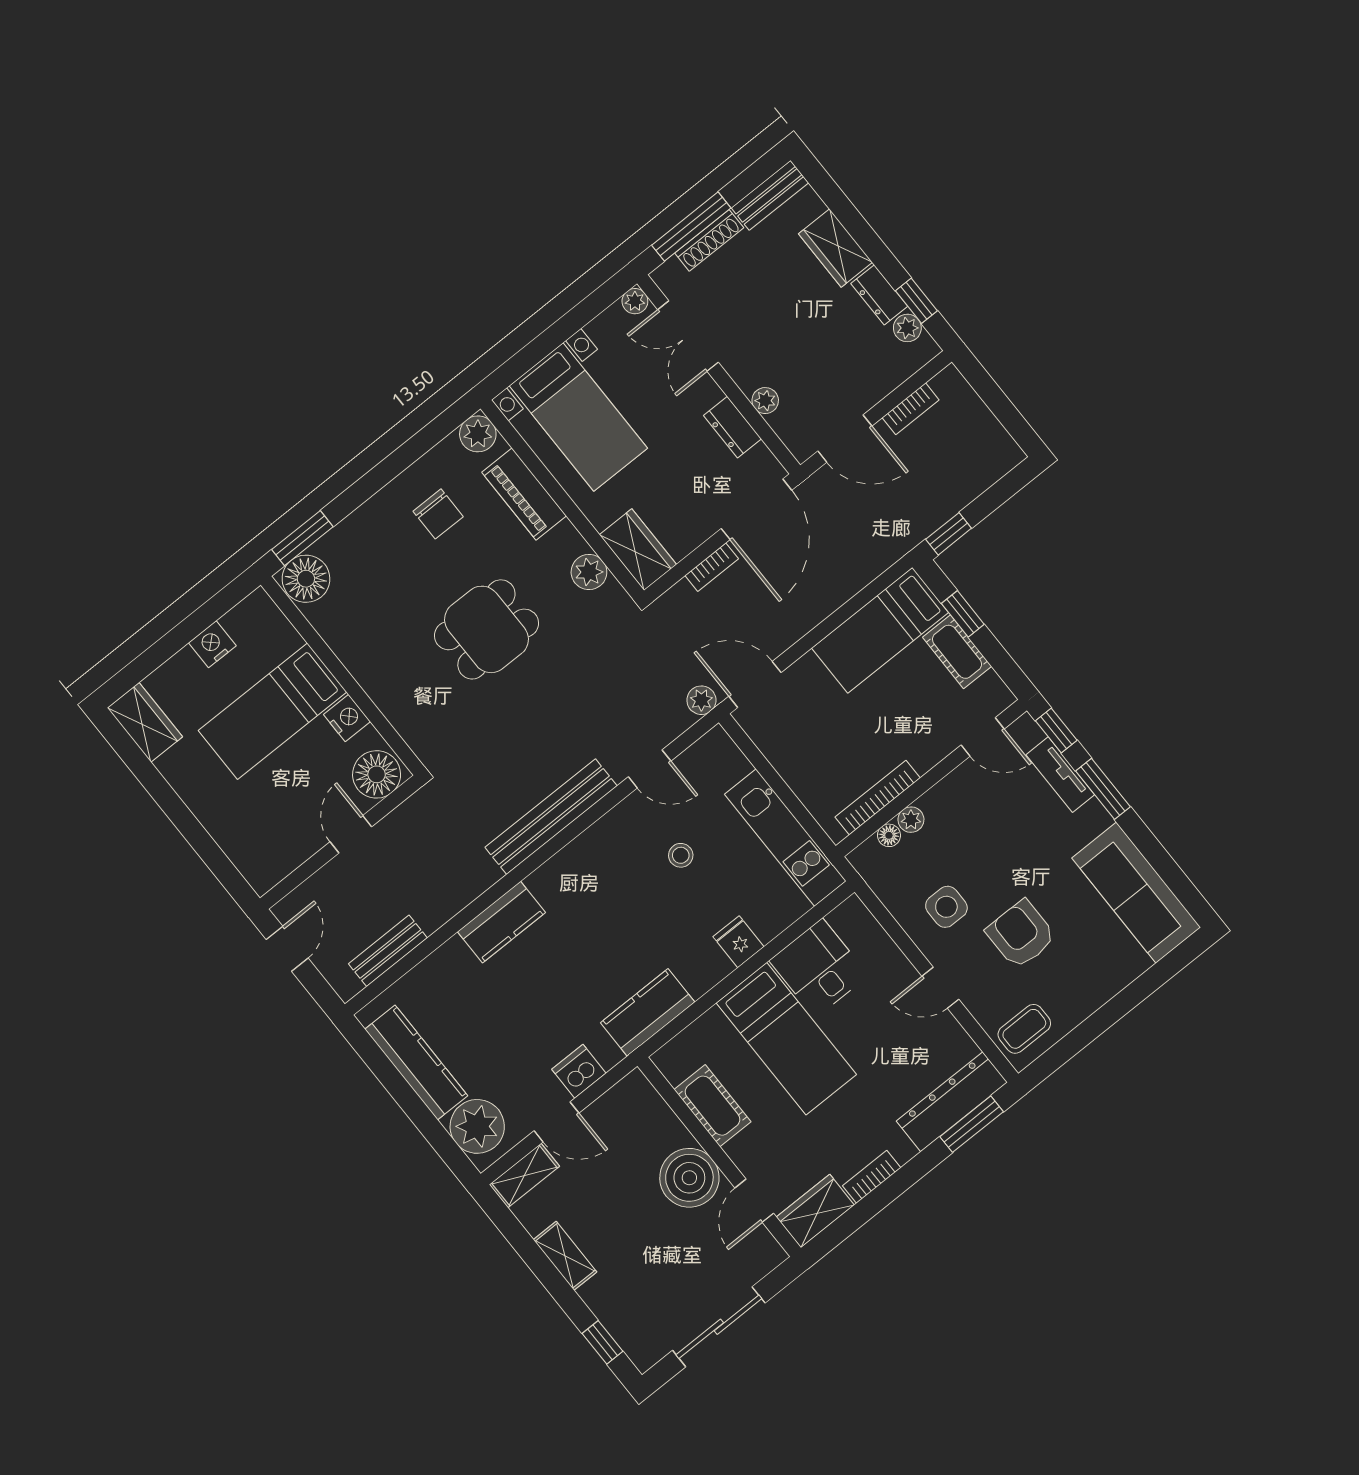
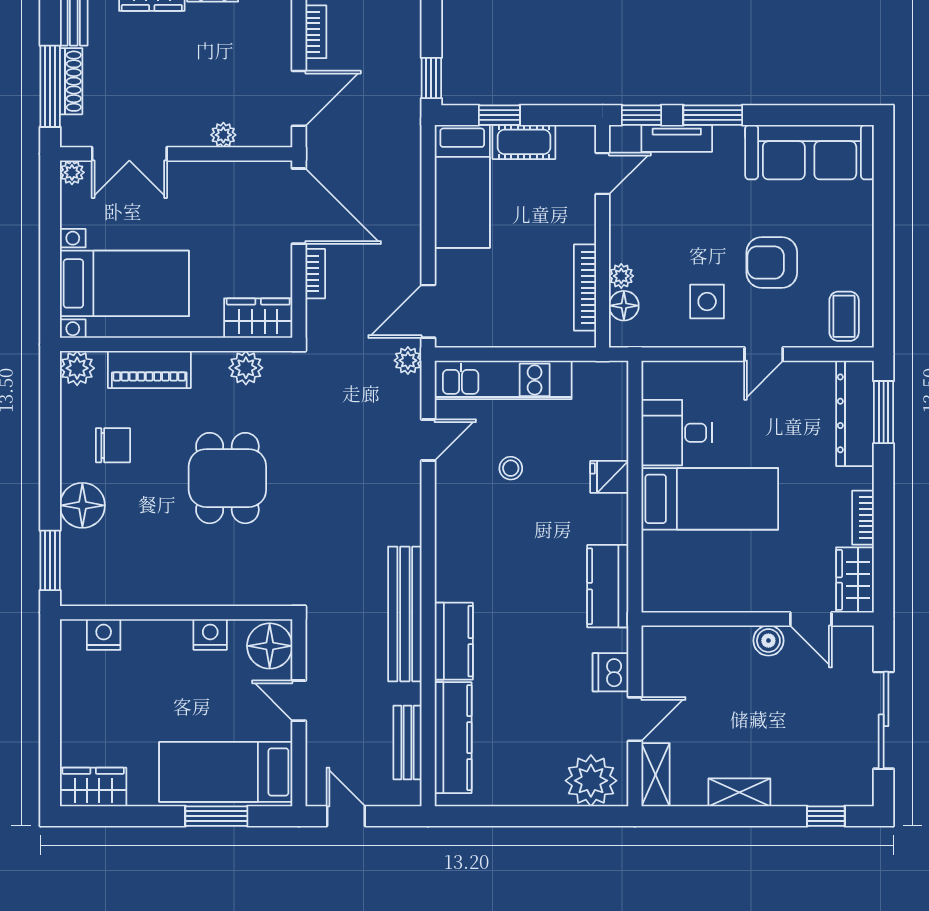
dresser: (732, 427) -> (224, 175), removed
floor lamp: (306, 579) -> (82, 505), moved
nightstand: (212, 644) -> (104, 635), moved, turned 90
bed: (272, 711) -> (226, 772), moved, turned 90
bench: (551, 817) -> (405, 614), moved
floor lamp: (889, 835) -> (624, 306), width x1.37, depth x1.37
kitchen unit: (785, 838) -> (503, 380), moved
window: (202, 842) -> (216, 816), added
kitchen counter: (416, 1062) -> (453, 738), moved, turned 90
cot: (713, 1106) -> (716, 594), removed
boiler: (689, 1178) -> (768, 641), width x0.54, depth x0.54

